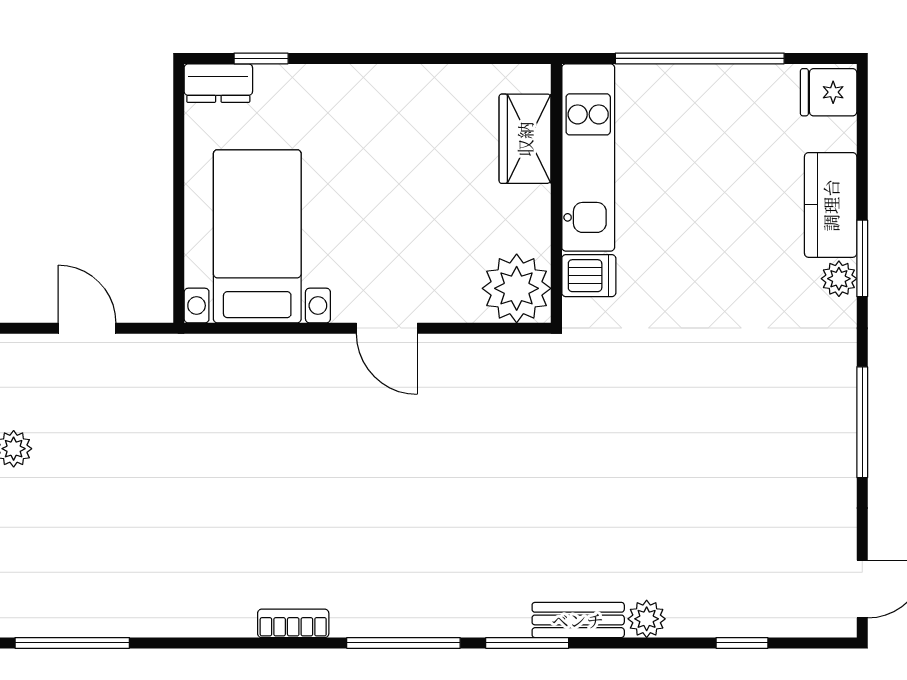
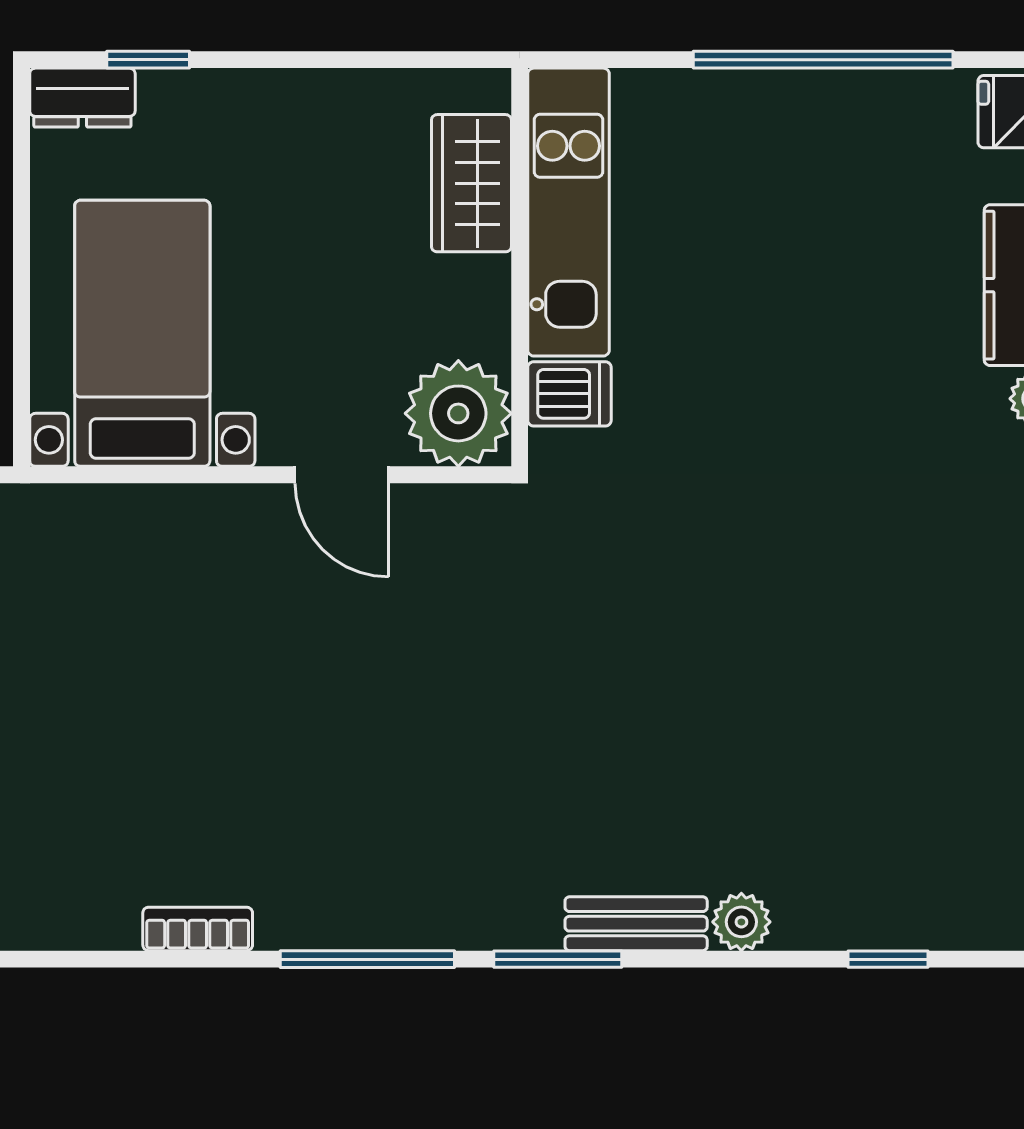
wardrobe: (525, 139) -> (471, 183), moved
kitchen unit: (588, 157) -> (568, 212), moved
wall: (556, 193) -> (520, 267), moved
dishwasher: (589, 276) -> (569, 394), moved
plant: (517, 288) -> (458, 413), moved

